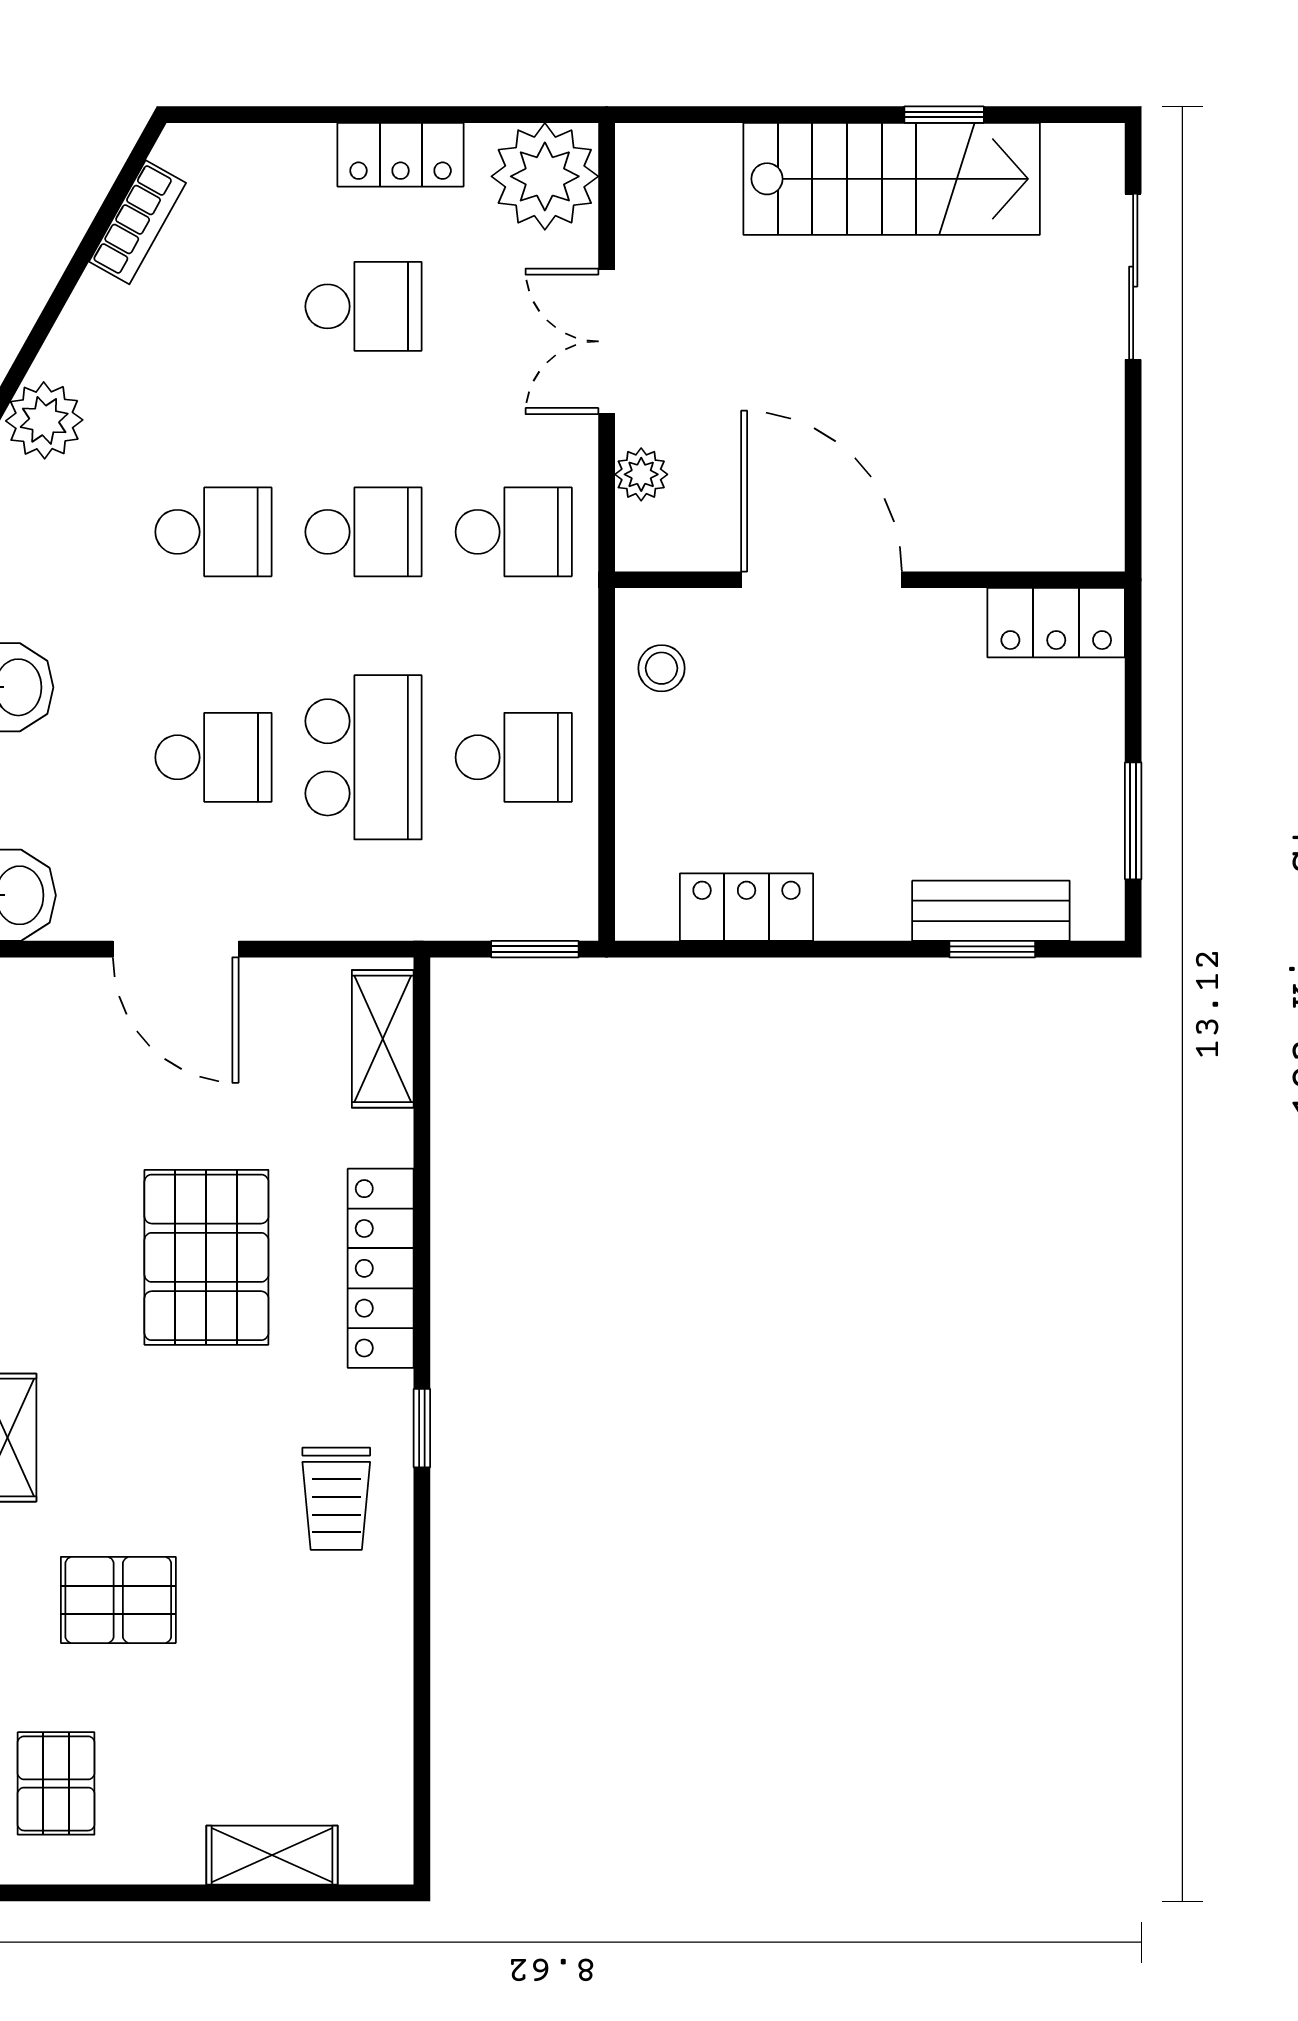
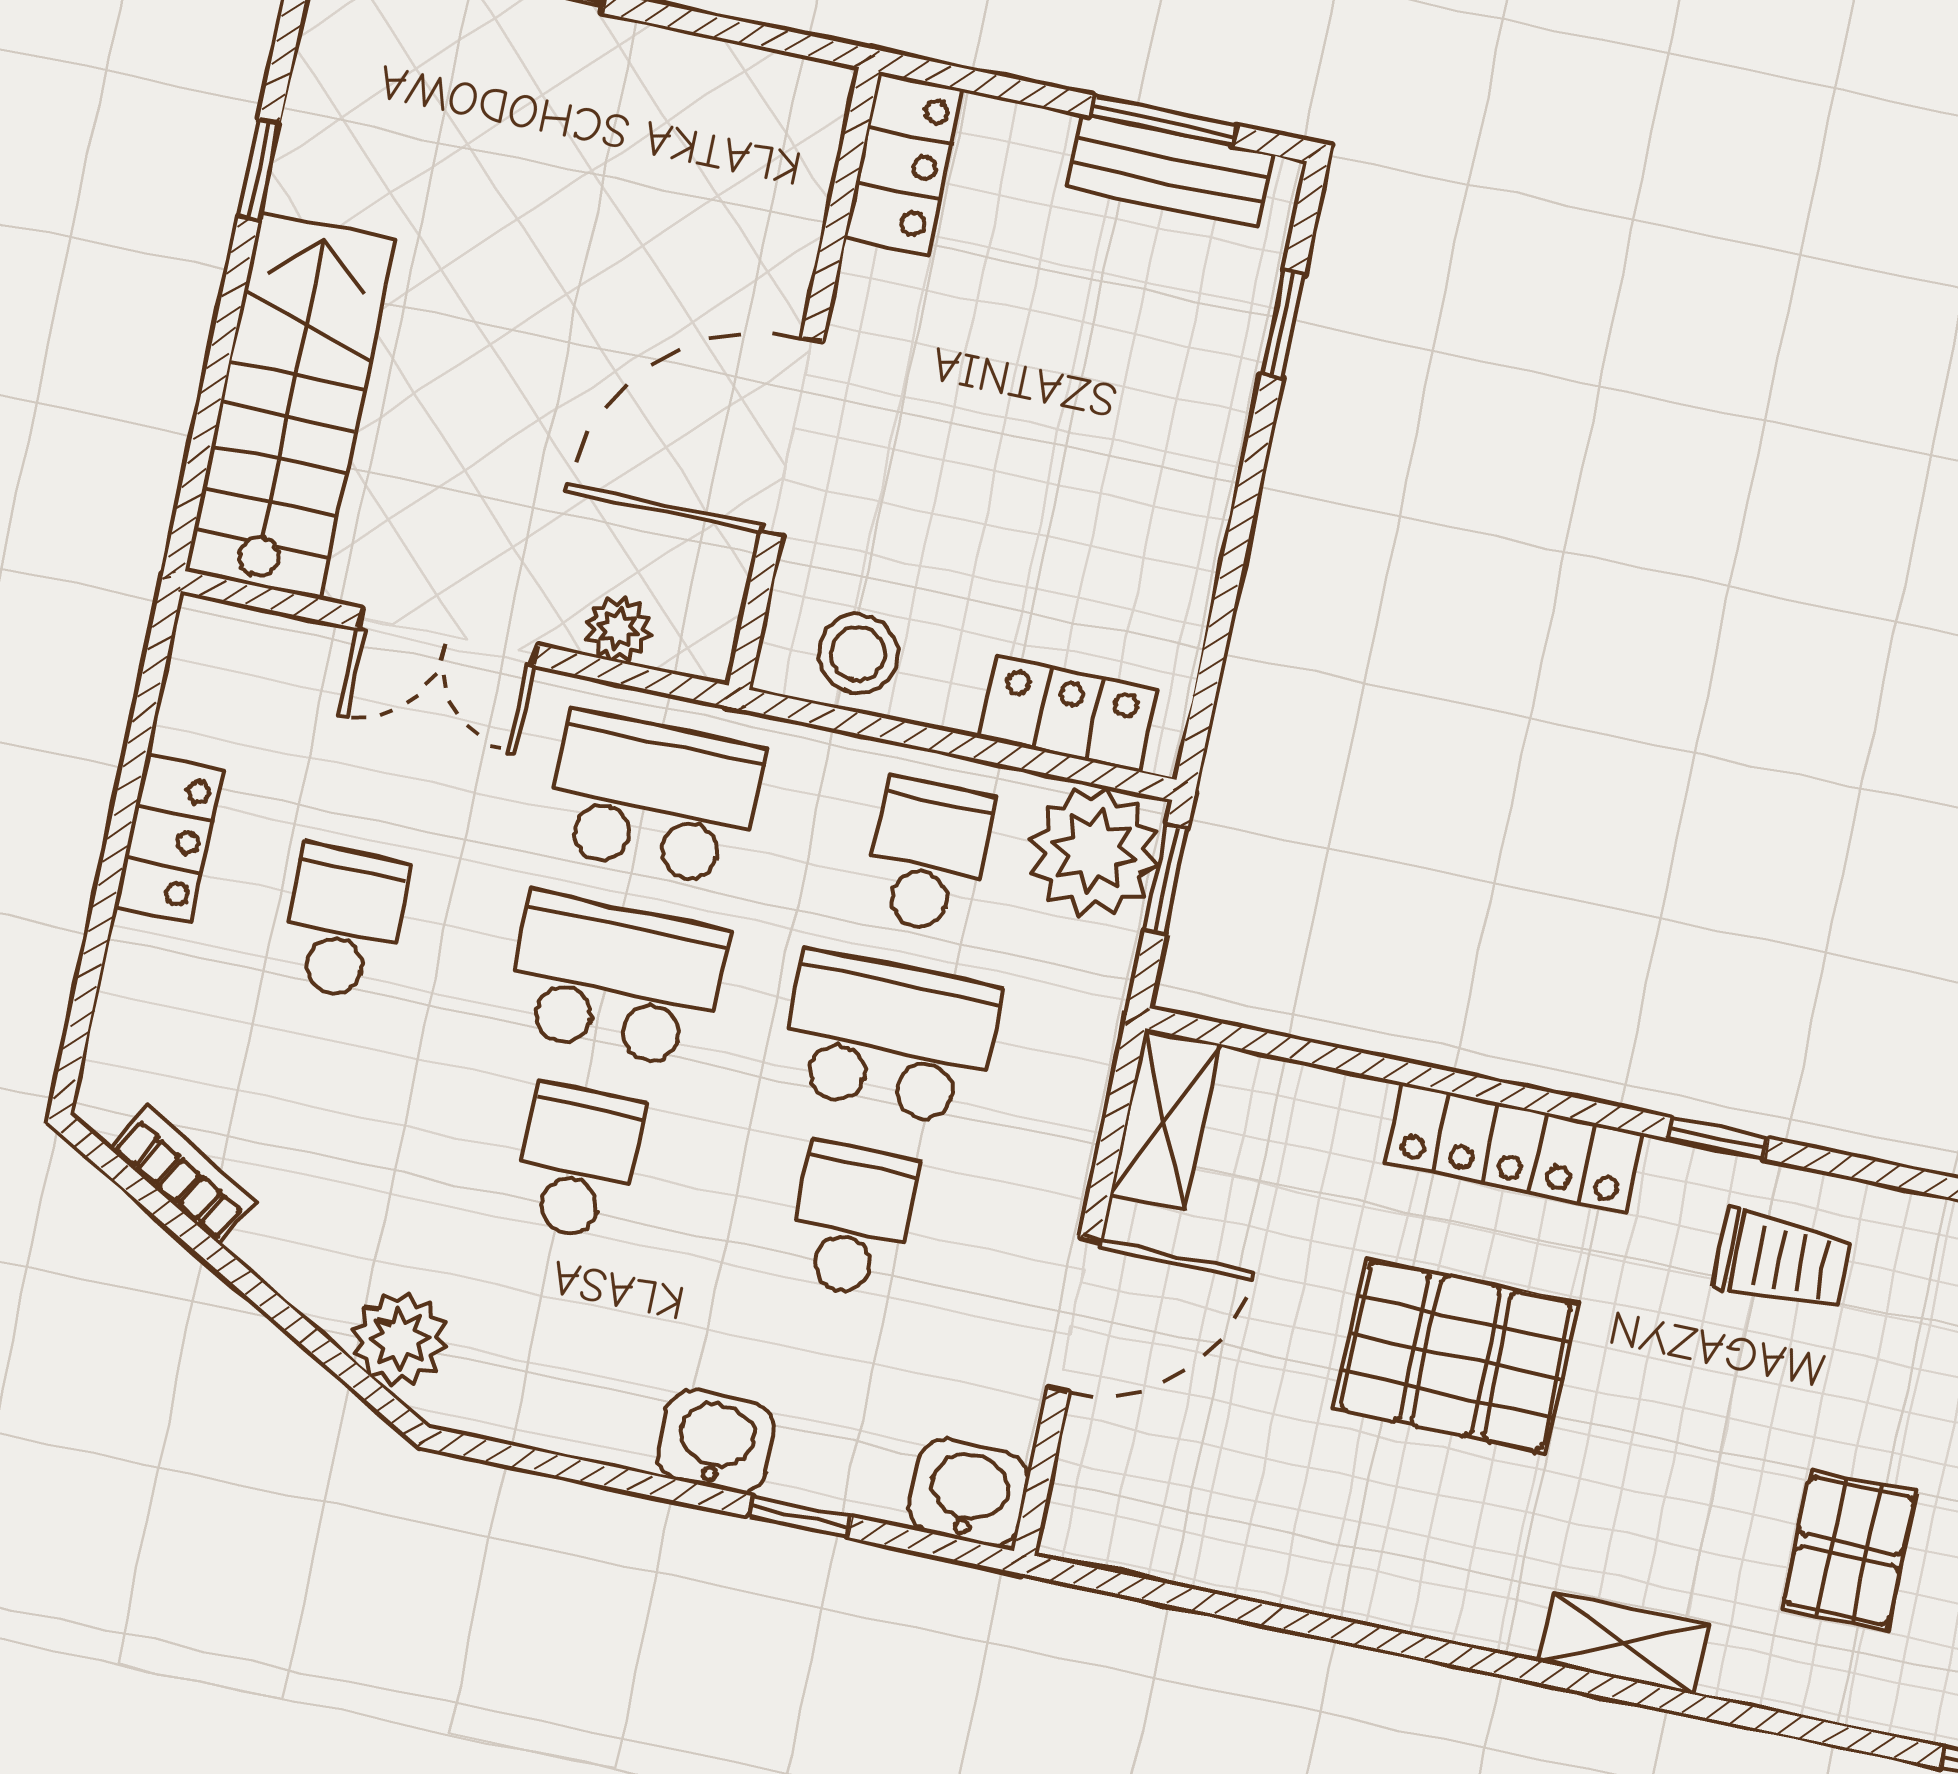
plant: (545, 176) -> (1094, 851), moved
stairs: (892, 179) -> (291, 405), moved
school desk: (364, 532) -> (617, 980), width x1.85
school desk: (514, 532) -> (655, 798), width x1.85
stool: (662, 668) -> (858, 654), width x1.37, depth x1.37
locker: (747, 907) -> (1068, 714), moved, turned 90
bench: (991, 911) -> (1170, 171), moved, turned 90
shelving: (383, 1039) -> (1165, 1119), moved, turned 90

